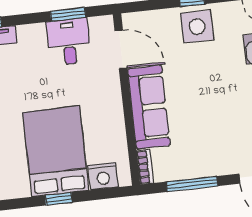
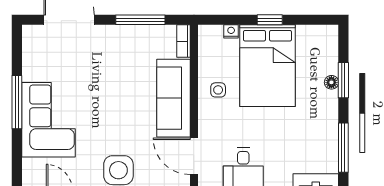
side table: (104, 121) -> (218, 90), added
nightstand: (103, 176) -> (231, 31), width x0.53, depth x0.56

